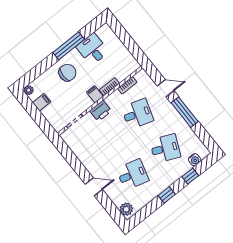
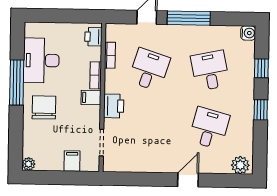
desk: (92, 49) -> (41, 60), width x1.37
printer: (130, 67) -> (93, 37), added
filing cabinet: (42, 102) -> (72, 161), moved
desk: (165, 148) -> (210, 71), turned -36
water cooler: (195, 160) -> (248, 33), moved

